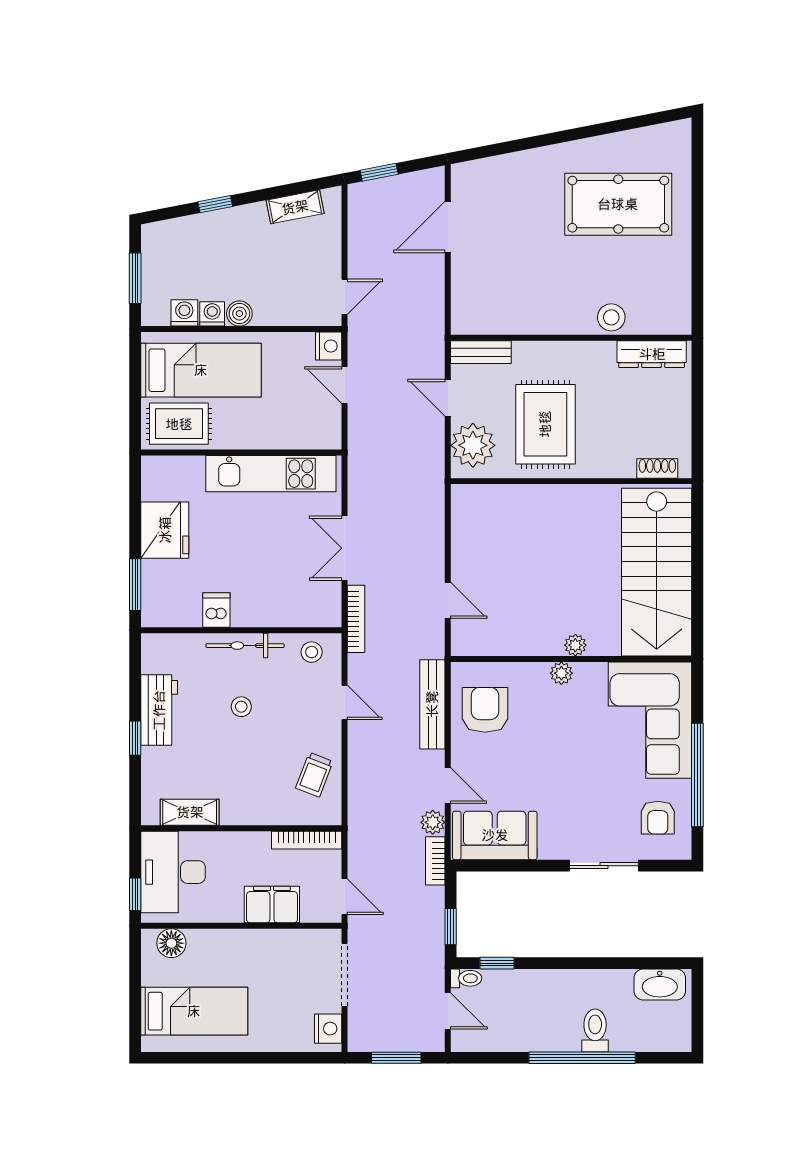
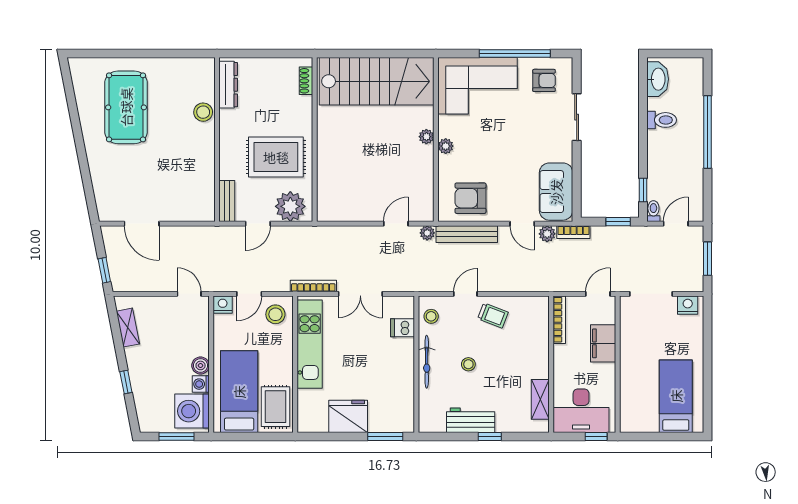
washing machine: (184, 313) -> (192, 411), width x1.89, depth x1.89
stool: (315, 424) -> (275, 314), added
dishwasher: (216, 610) -> (403, 328), moved
bookcase: (356, 619) -> (313, 286), moved
plant: (434, 646) -> (427, 233), added
trolley: (314, 775) -> (493, 315), moved
door: (448, 786) -> (522, 224), swing flipped
floor lamp: (171, 943) -> (629, 412), removed
toilet: (595, 1030) -> (662, 120), moved, turned 180

